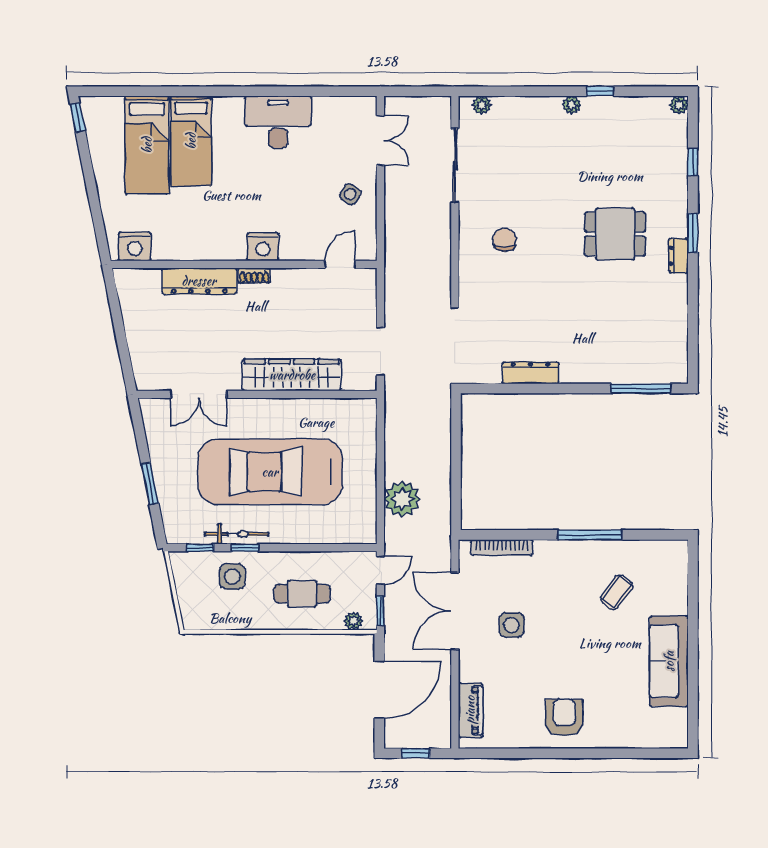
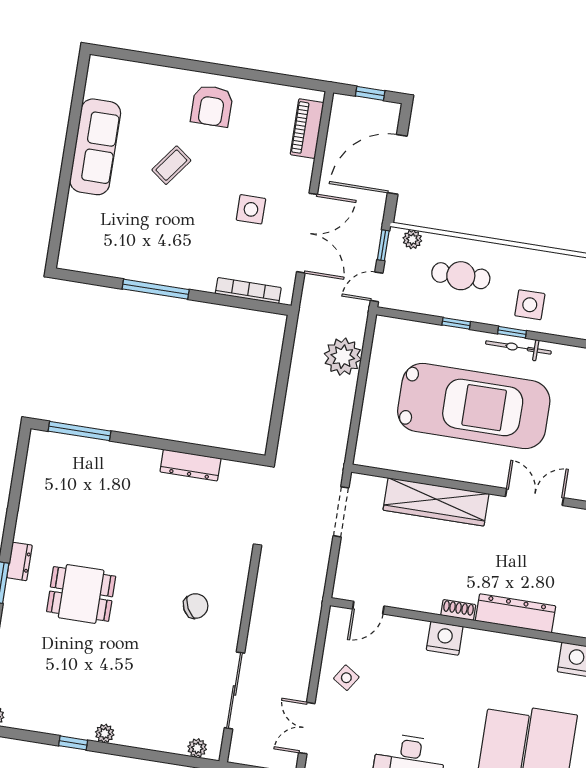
chair: (504, 240) -> (196, 606), turned -118
window: (200, 548) -> (456, 323), moved
coffee table: (617, 592) -> (171, 165), moved

